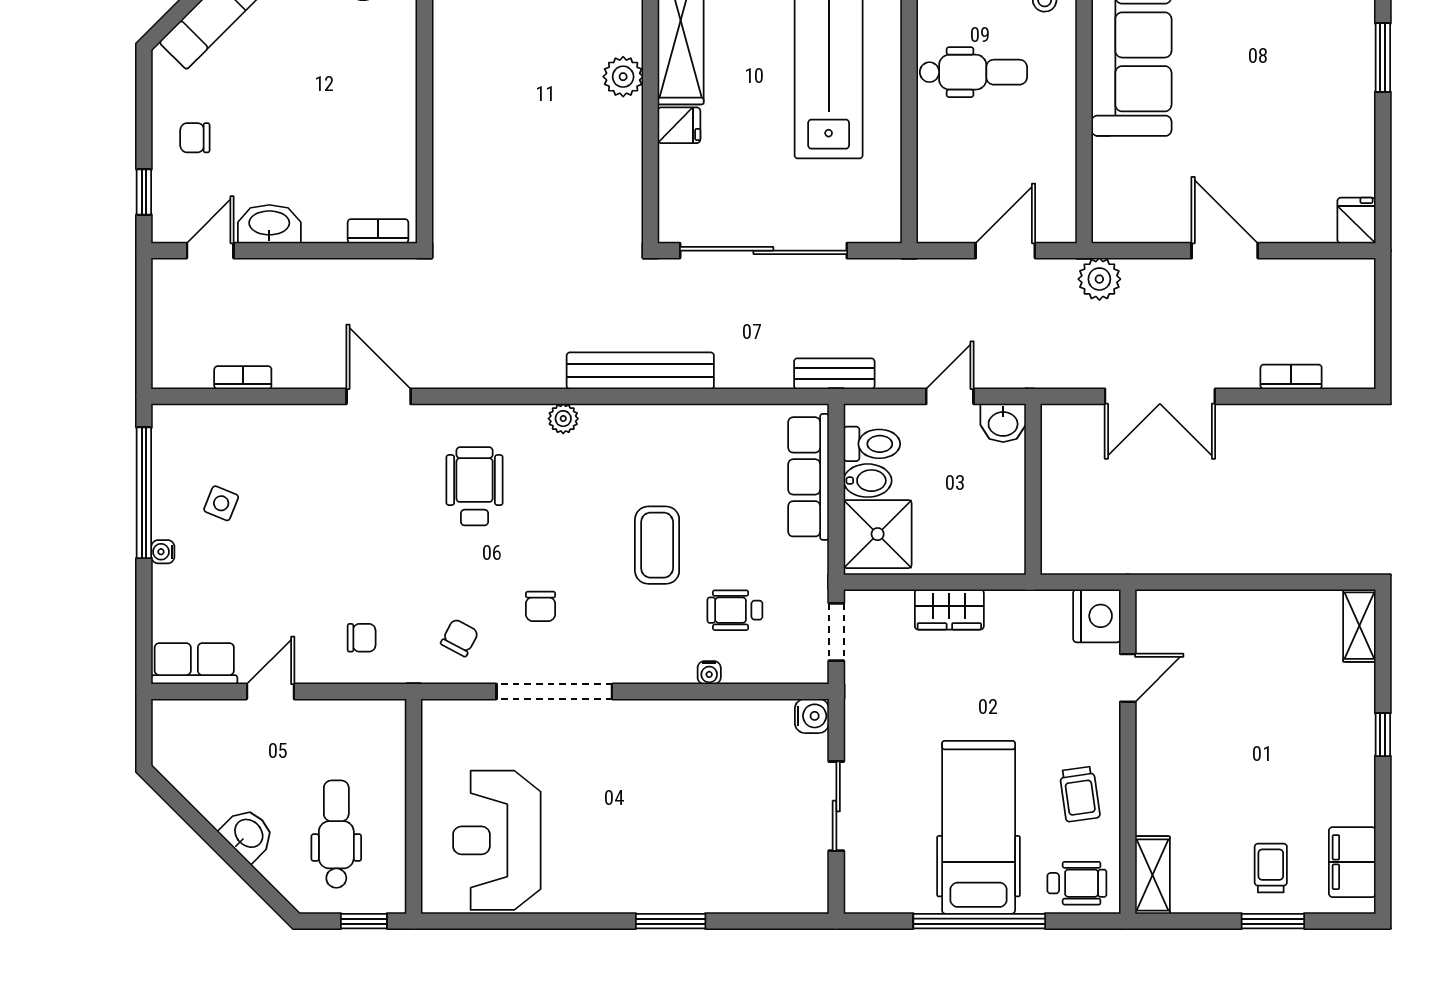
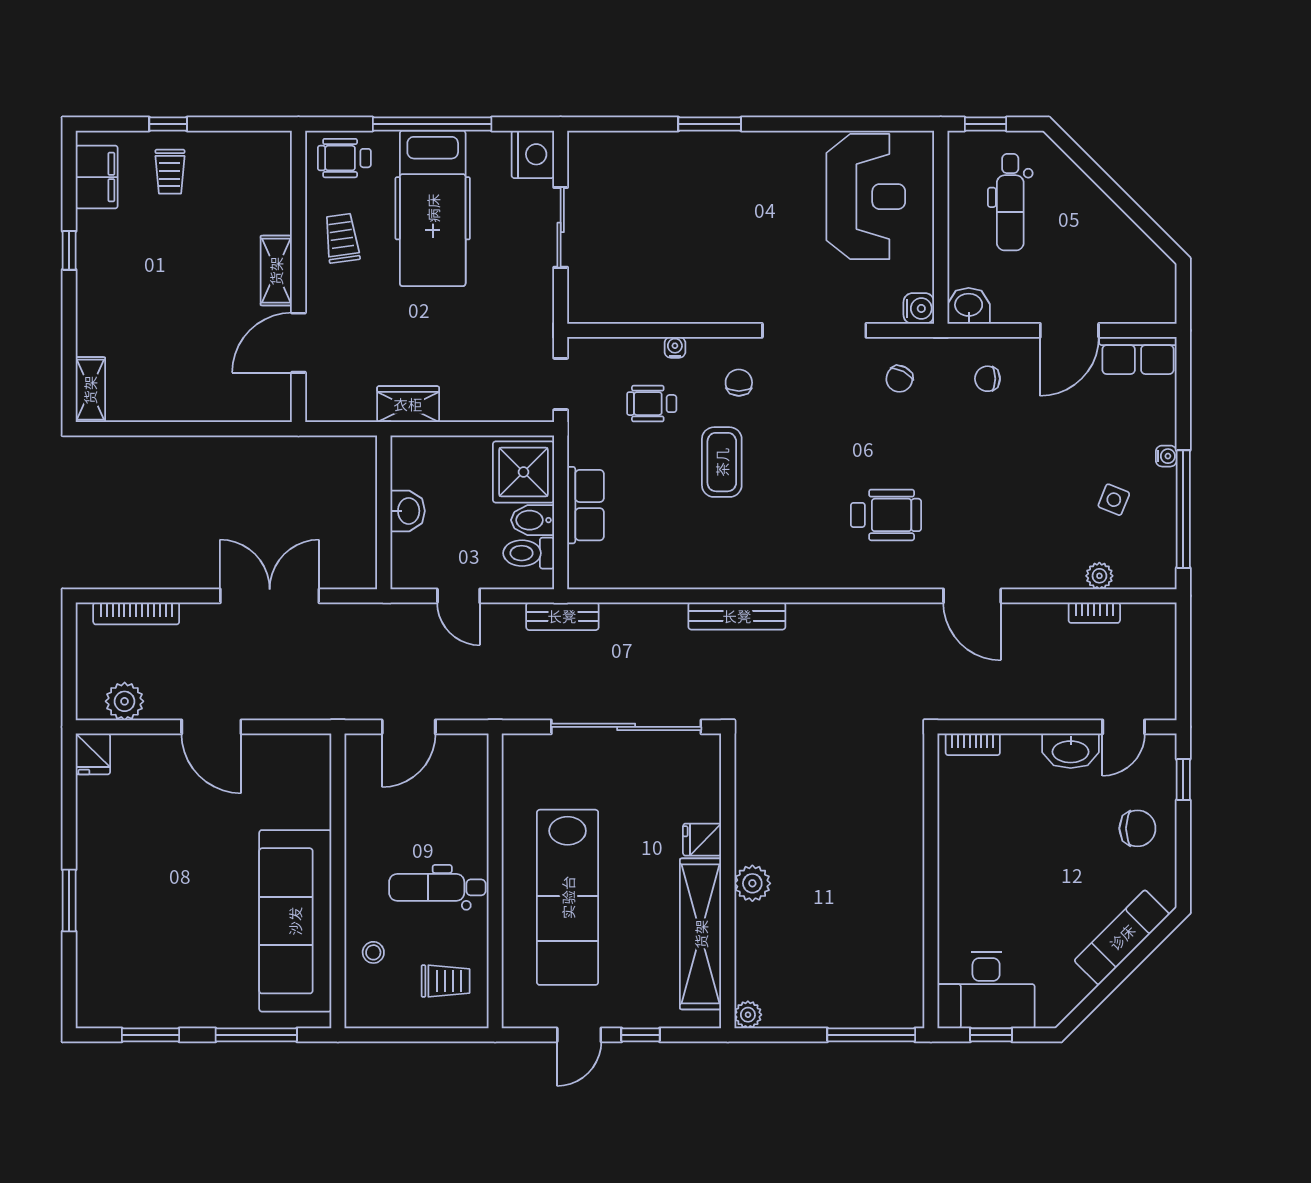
chair: (195, 138) -> (1137, 828), width x1.37, depth x1.37
plant: (1099, 279) -> (125, 701), moved
bench: (640, 371) -> (737, 616), width x0.73, depth x0.82
bookcase: (1291, 377) -> (136, 613), width x1.56
door: (950, 396) -> (459, 596), hinge flipped
plant: (563, 419) -> (1099, 576), moved
washbasin: (1003, 423) -> (408, 511), moved, turned 90
row of seats: (809, 477) -> (586, 505), width x0.68
wheelchair: (475, 486) -> (886, 515), turned -90
chair: (541, 606) -> (739, 383), moved
wardrobe: (949, 609) -> (408, 404), moved
wheelchair: (735, 610) -> (652, 404), turned 180
nightstand: (1097, 616) -> (533, 154), moved, turned 180
door: (1128, 678) -> (299, 343), width x1.38
door: (270, 692) -> (1069, 330), width x1.38
water cooler: (812, 716) -> (919, 308), moved, turned 180
window: (1383, 735) -> (69, 250), moved
washbasin: (248, 834) -> (969, 306), moved, turned 135
shelving: (1153, 875) -> (276, 271), moved
window: (1273, 921) -> (168, 124), width x0.67

